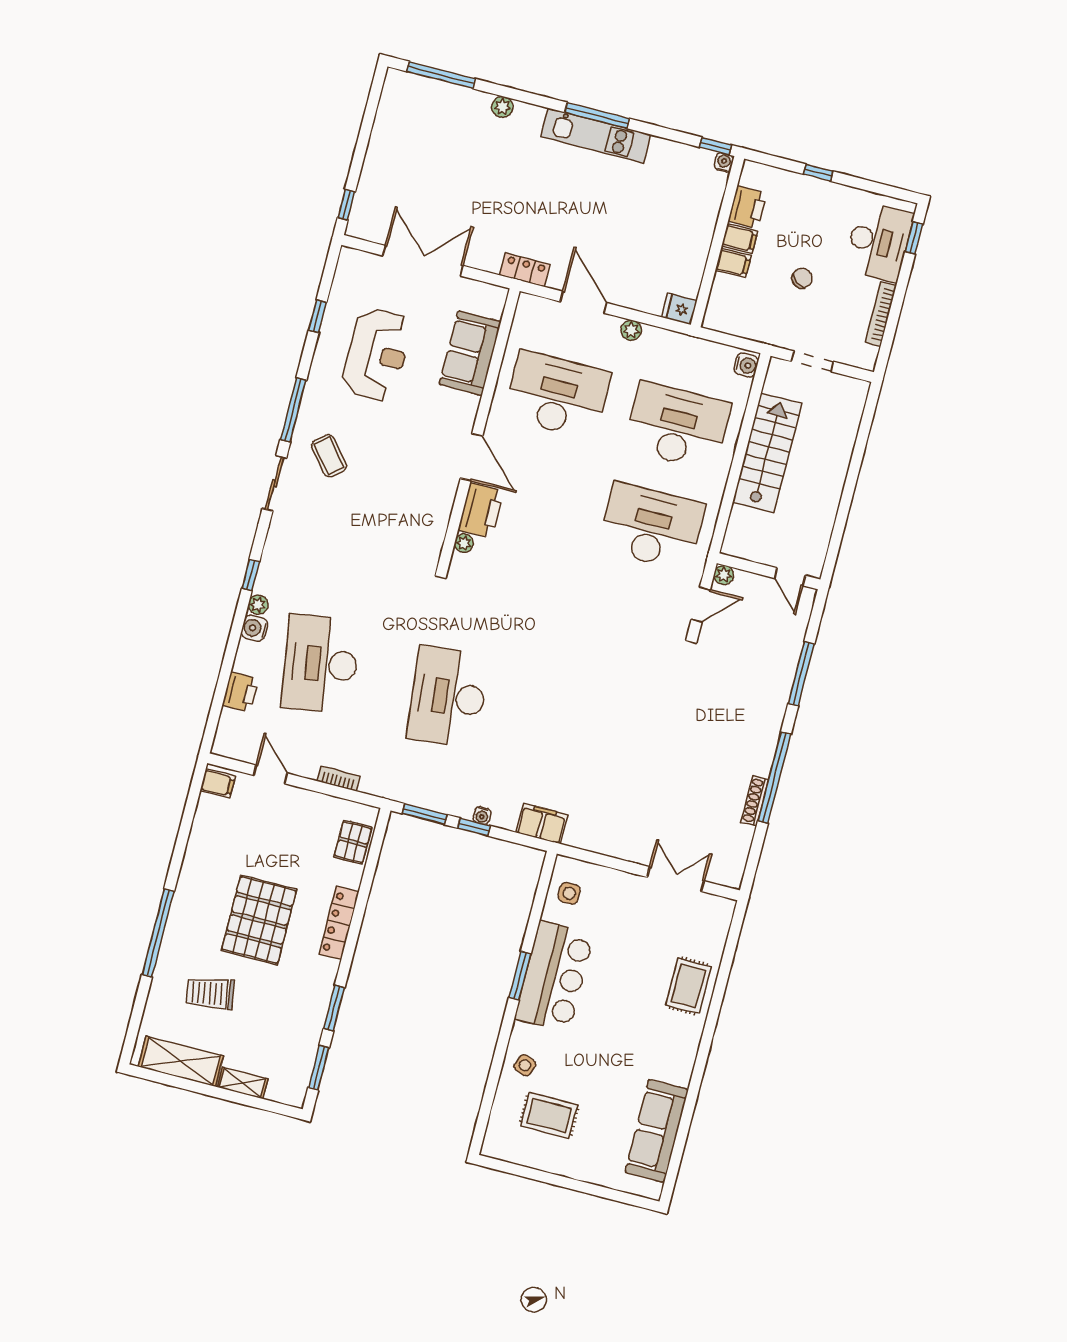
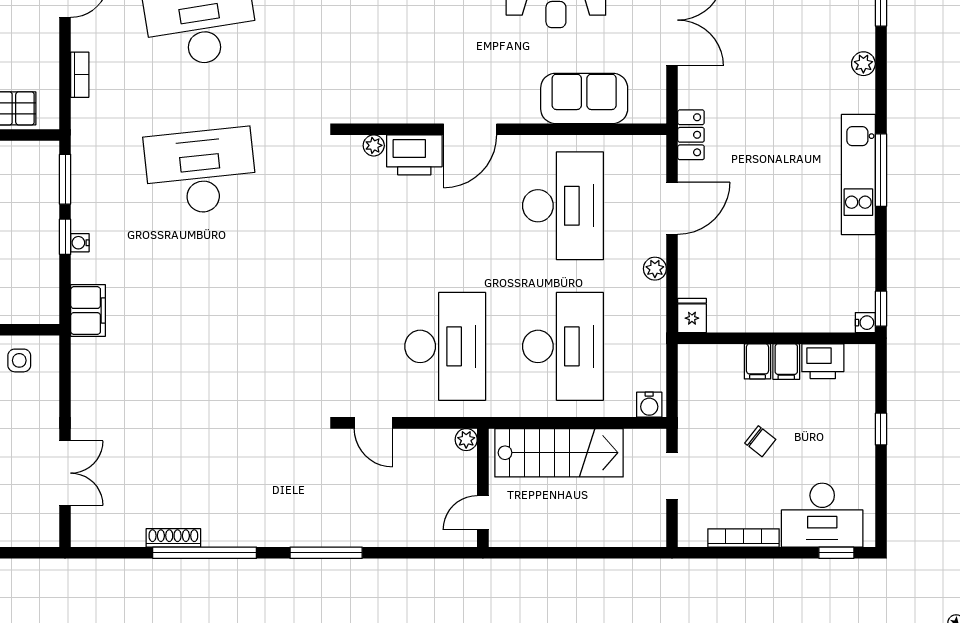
wall: (769, 571) -> (483, 488), moved
plant: (724, 575) -> (466, 440), moved
door: (790, 577) -> (483, 513), moved

